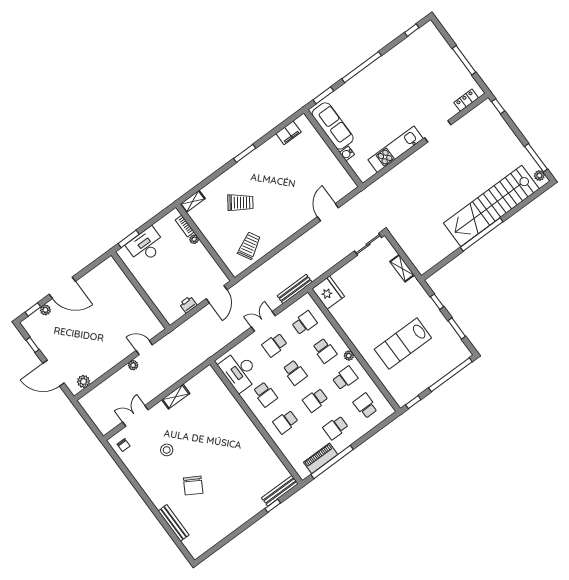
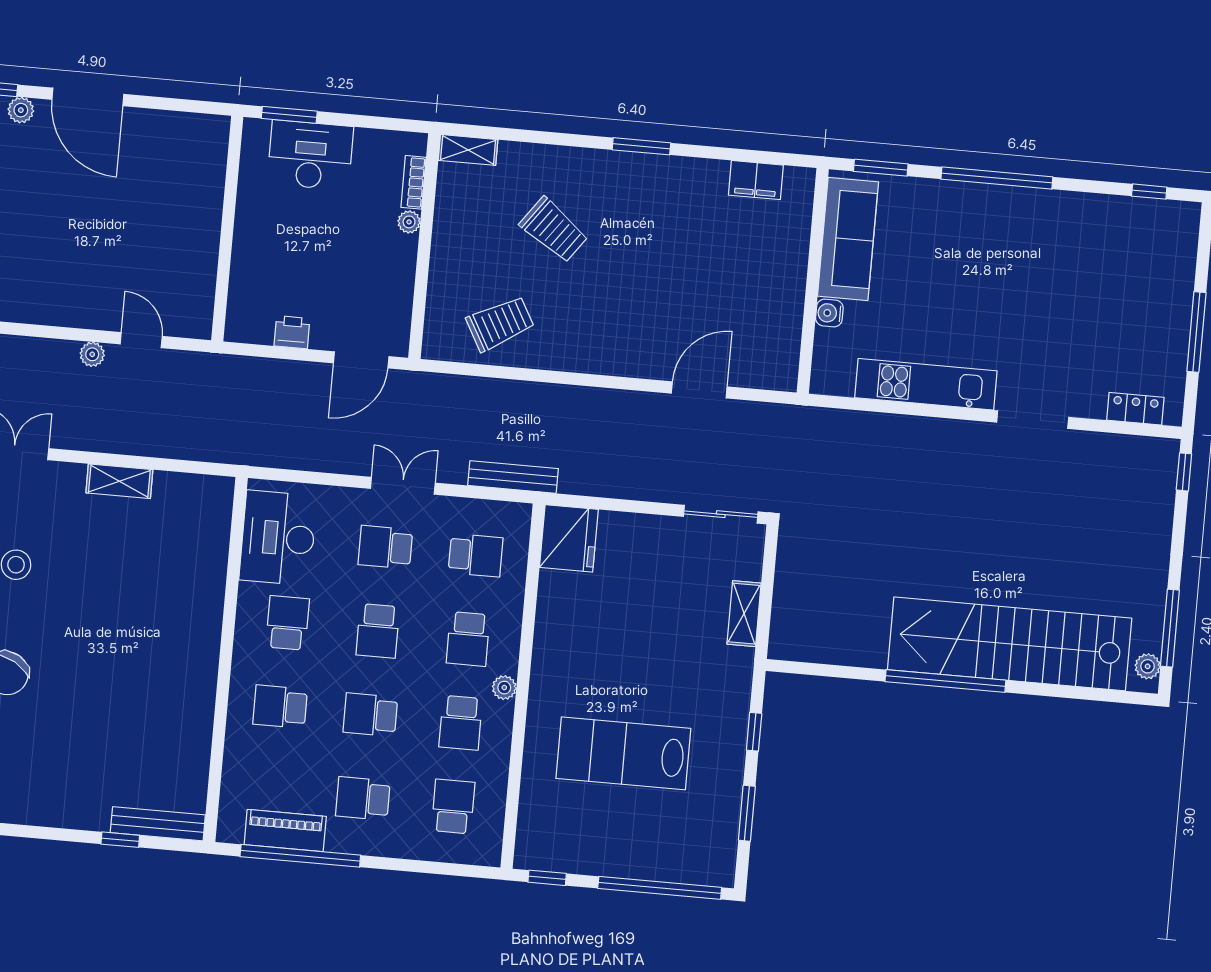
school desk: (345, 378) -> (461, 723), turned 90
school desk: (265, 394) -> (288, 623), turned 180

